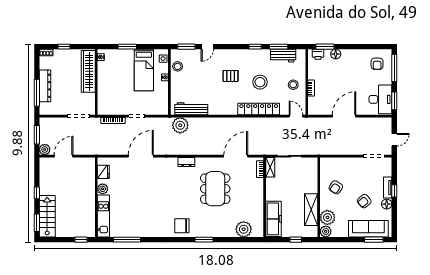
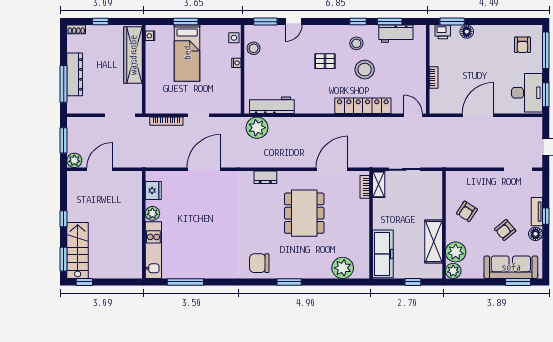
bed: (144, 70) -> (187, 53), moved
stool: (293, 85) -> (356, 43), moved
window: (81, 240) -> (84, 282), moved

